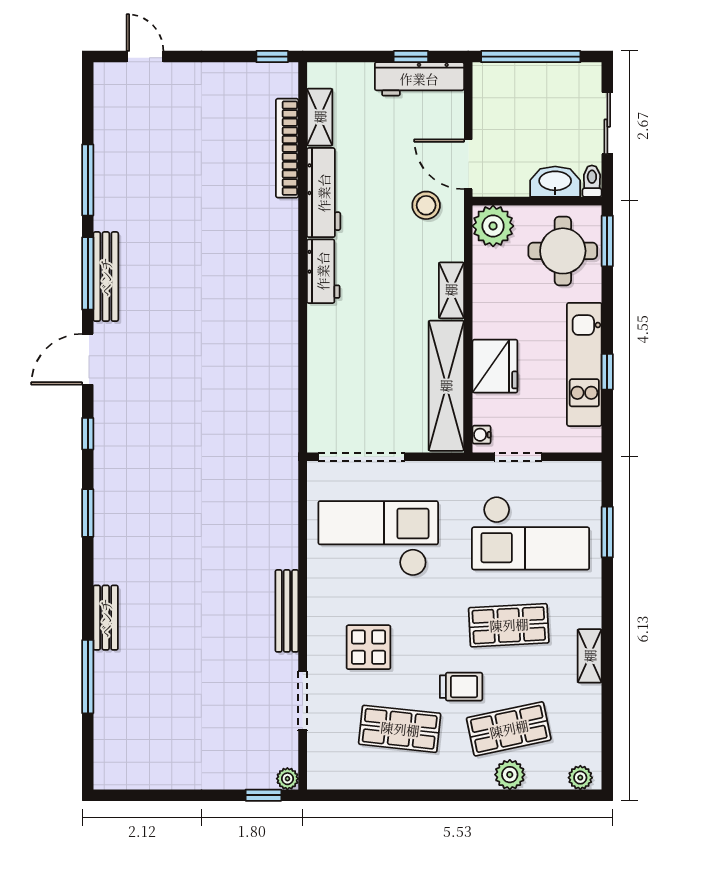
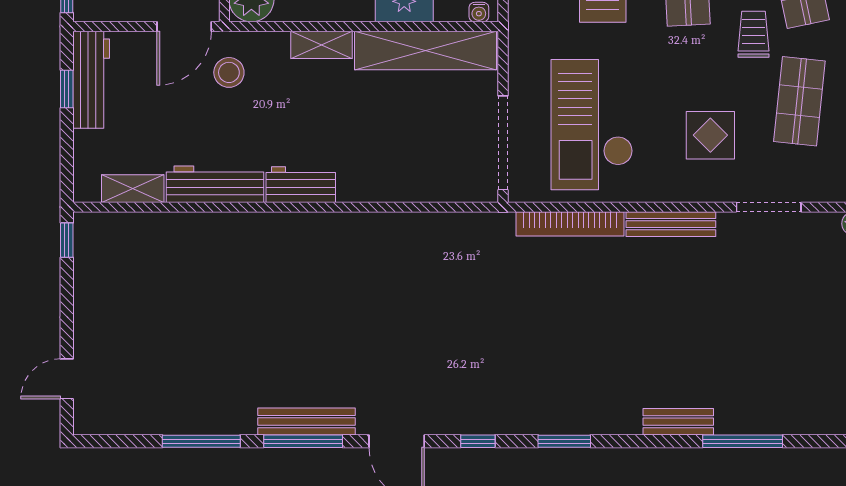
bookcase: (287, 148) -> (570, 224), moved

